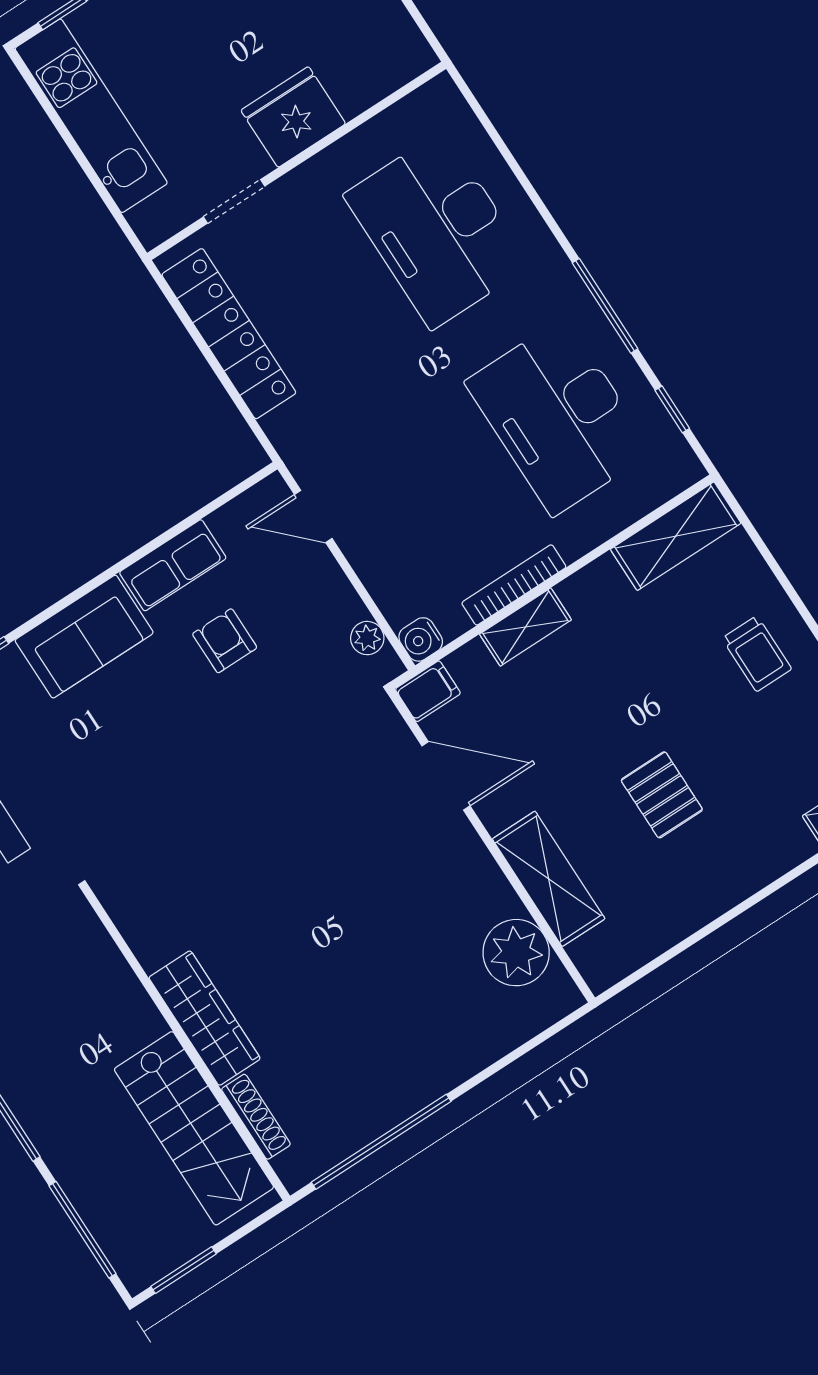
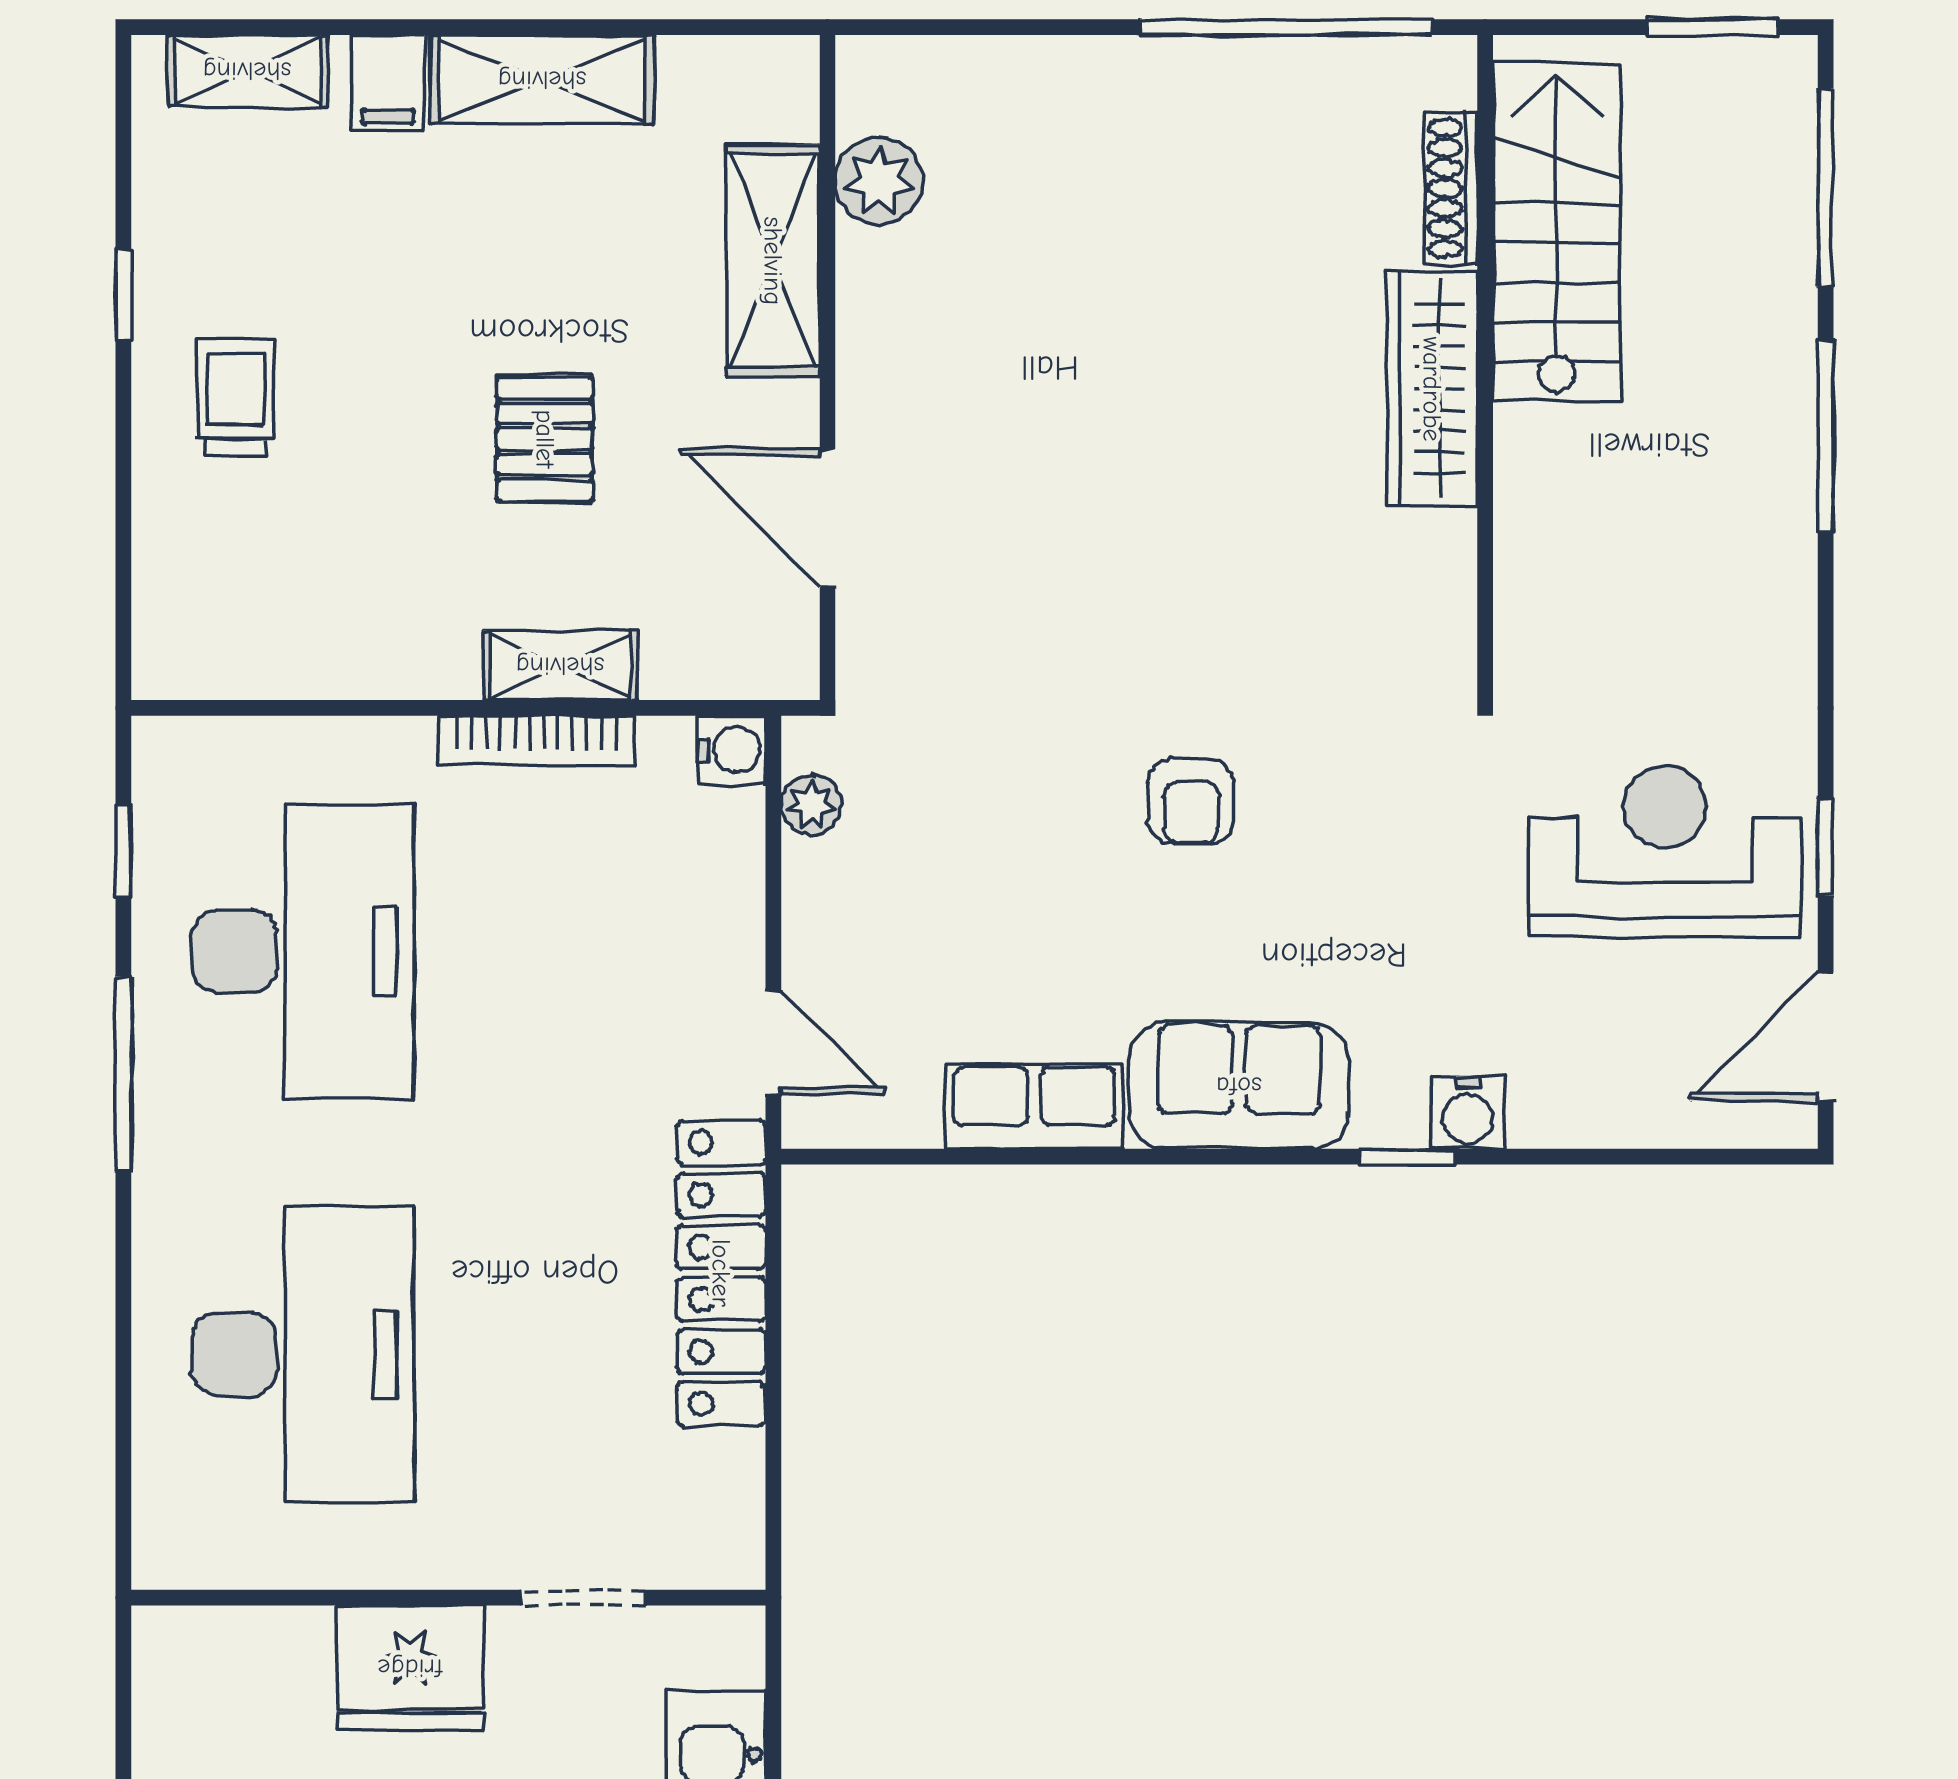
locker: (229, 334) -> (721, 1273), moved
shelving: (676, 536) -> (542, 80), moved
armchair: (225, 641) -> (1191, 802), moved
filing cabinet: (428, 691) -> (388, 83), moved, turned -90
pallet: (662, 795) -> (545, 439), moved
plant: (516, 953) -> (879, 181), width x0.73, depth x0.73

